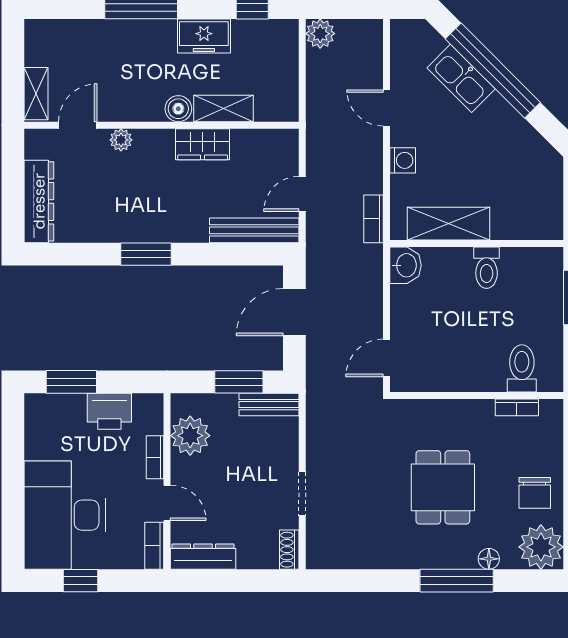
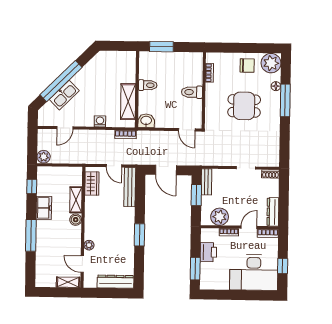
door: (387, 108) -> (65, 128), moved
wardrobe: (203, 144) -> (92, 183), moved
toilet: (522, 368) -> (192, 92), moved

